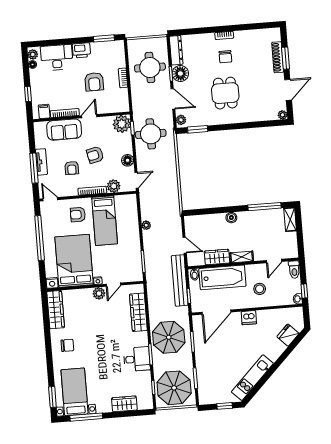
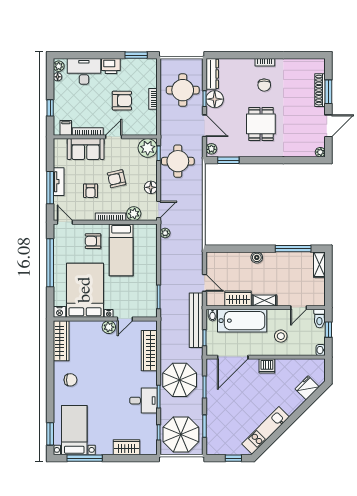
armchair: (94, 82) -> (122, 101), turned -90
plant: (146, 225) -> (165, 233), moved
window: (304, 291) -> (328, 330), moved

